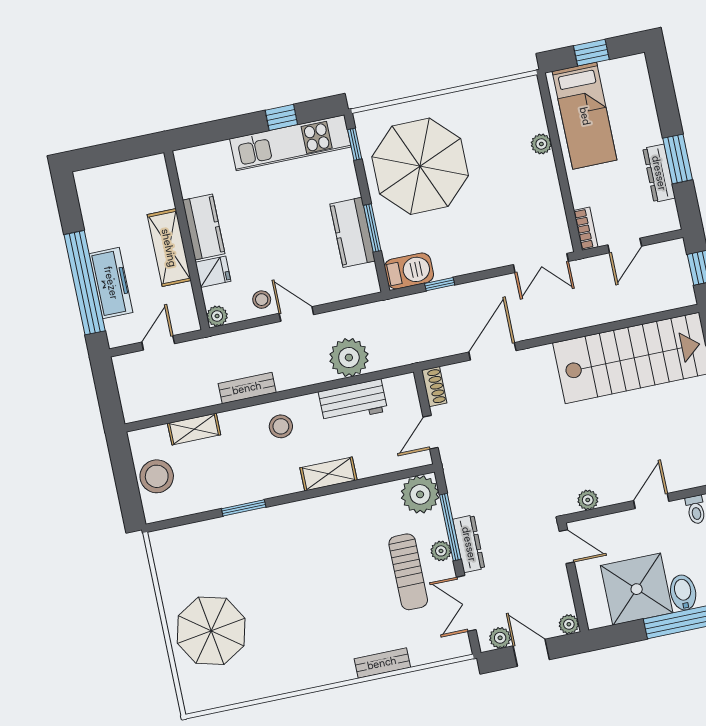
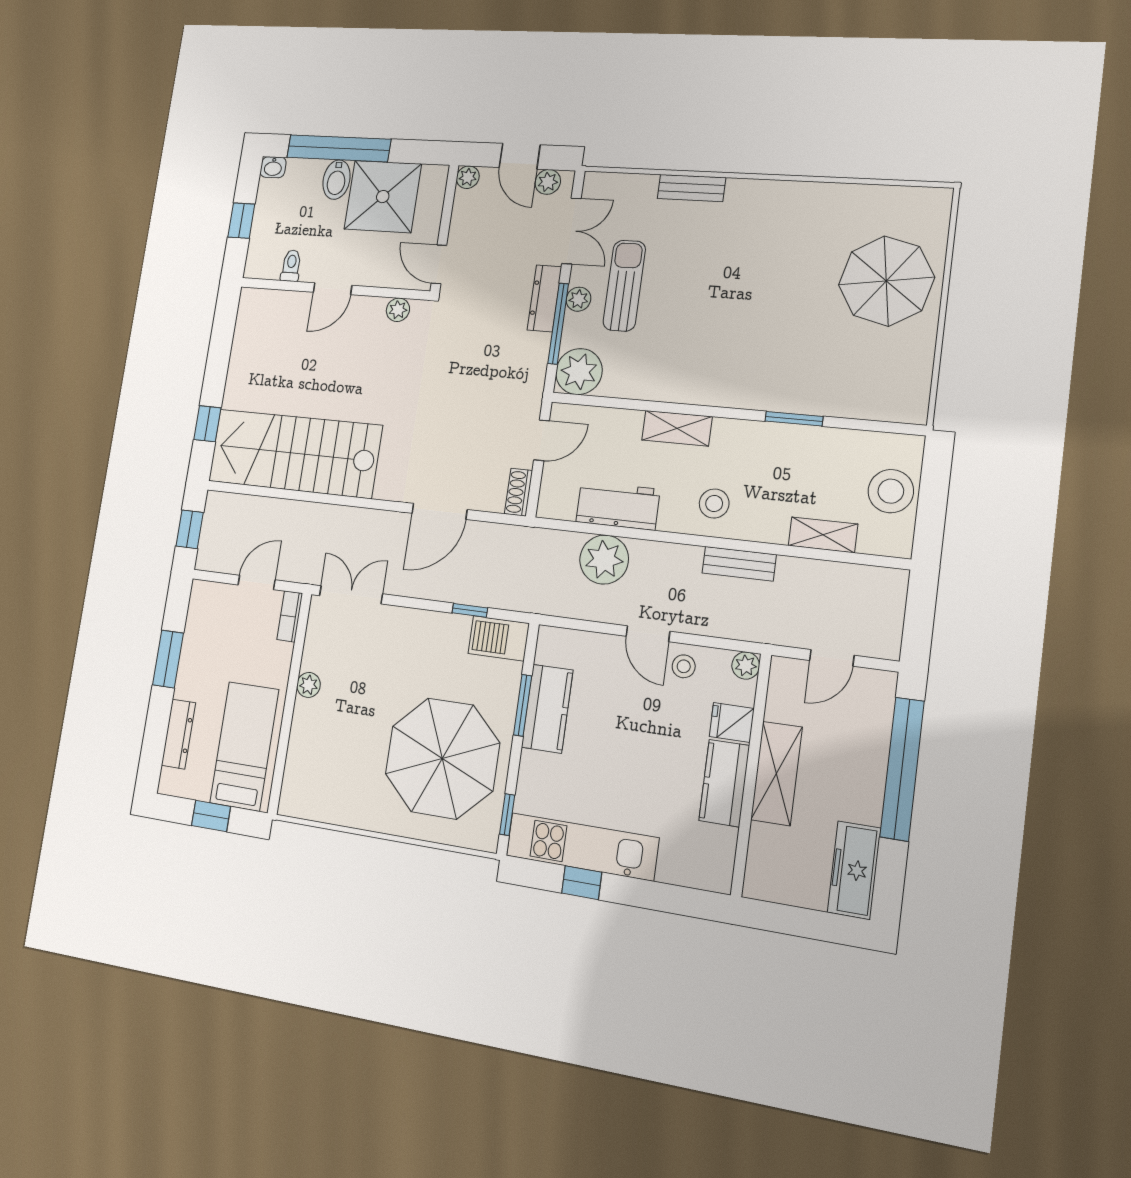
plant: (541, 144) -> (309, 685), moved
dresser: (659, 173) -> (178, 734), moved
freezer: (111, 283) -> (854, 870), moved

